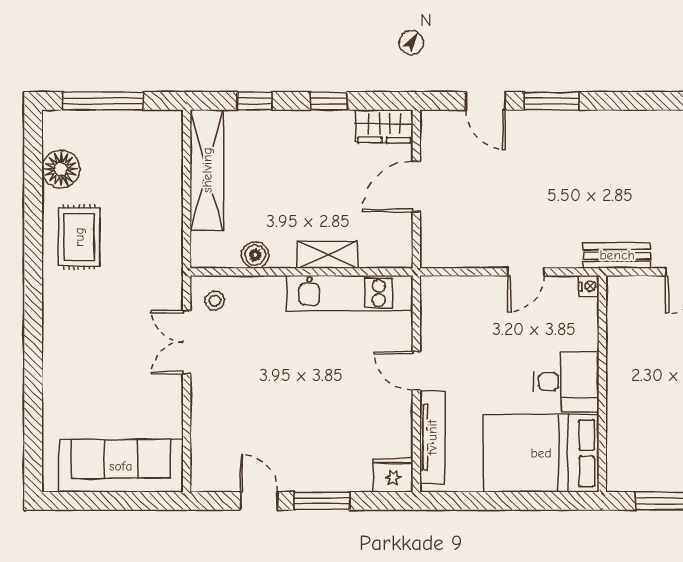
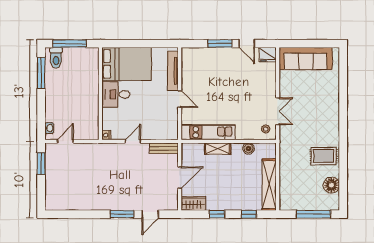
door: (485, 101) -> (150, 214), swing flipped
rug: (79, 237) -> (324, 156), turned 90
bench: (617, 255) -> (164, 148), moved
fridge: (393, 475) -> (268, 55), moved

